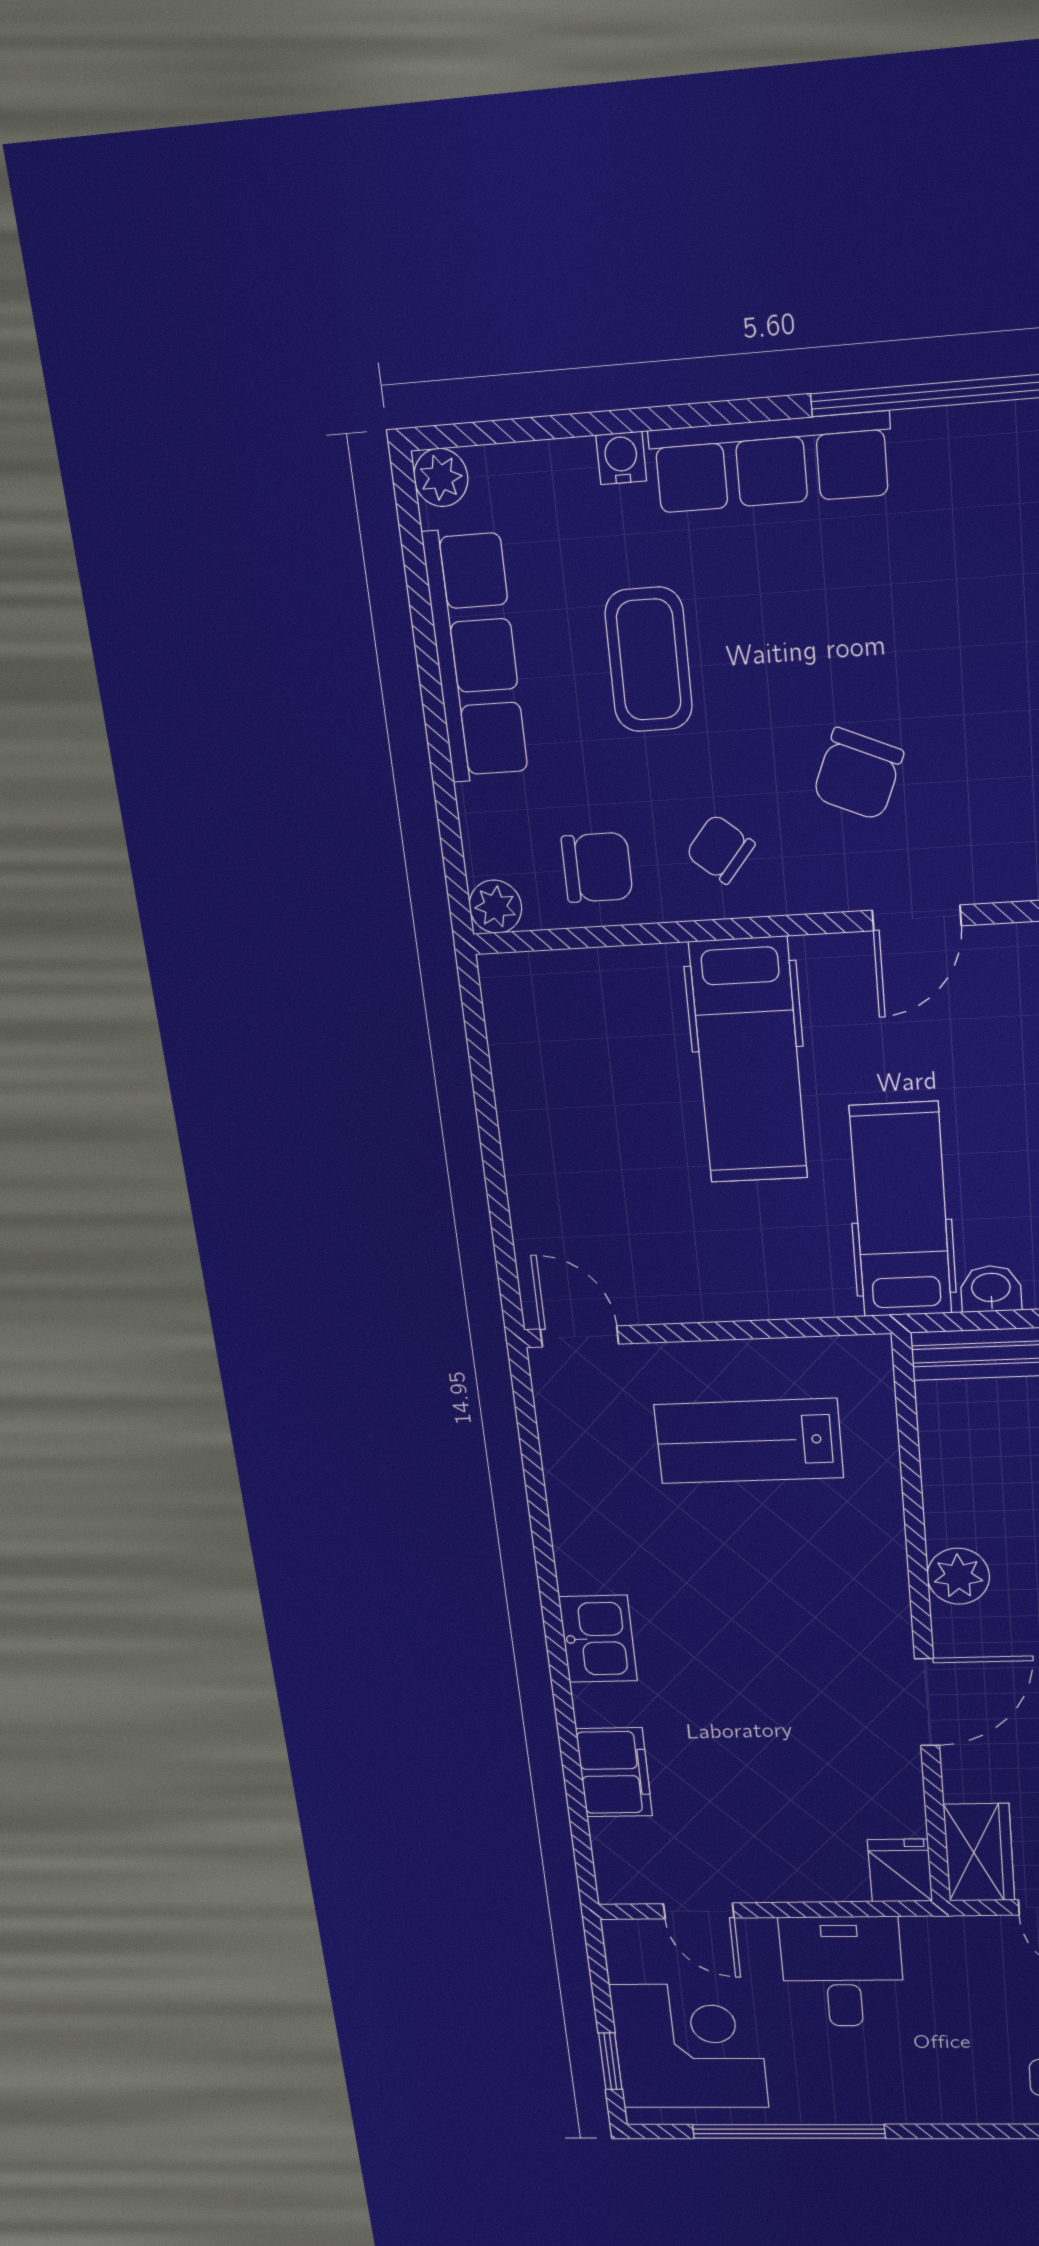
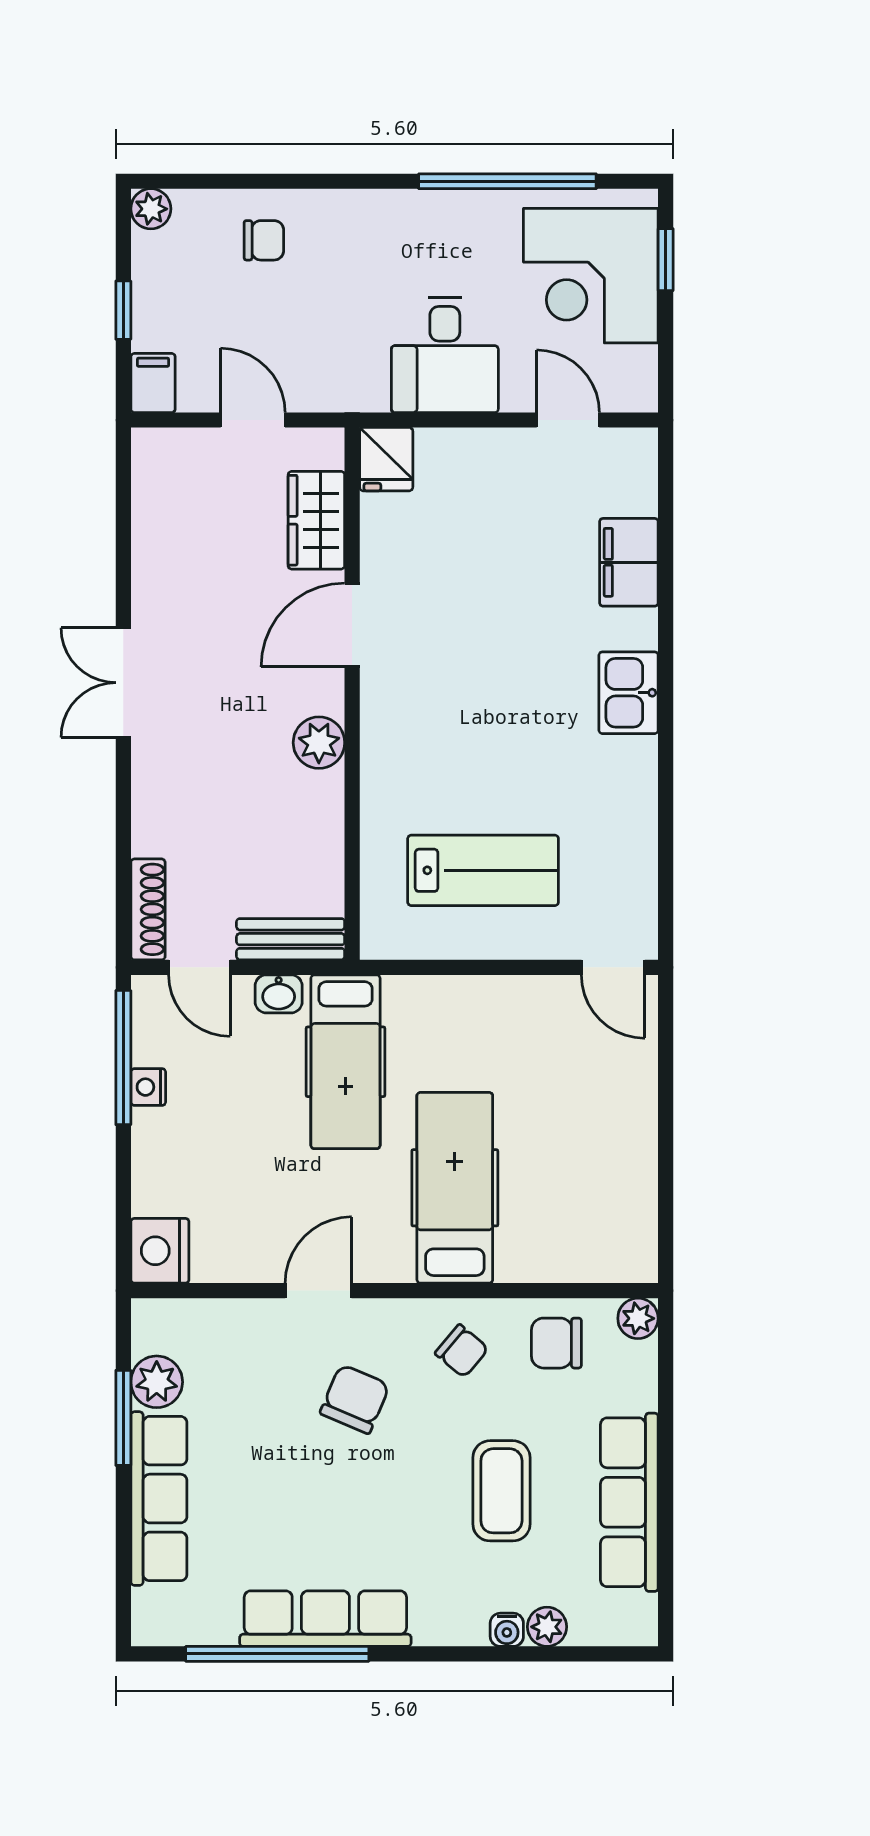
row of seats: (771, 462) -> (325, 1619), moved
plant: (441, 477) -> (547, 1627), moved
wardrobe: (979, 1852) -> (316, 520), moved

